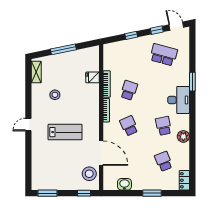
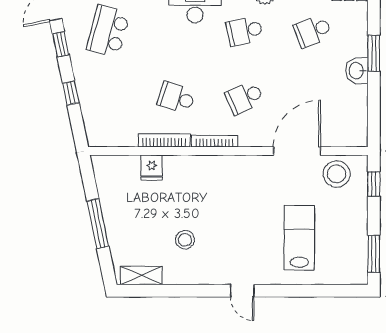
lab bench: (65, 132) -> (299, 238), moved
washbasin: (124, 184) -> (357, 71), moved

